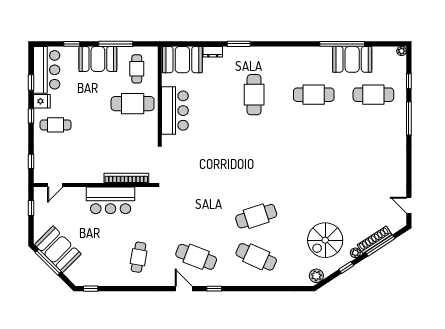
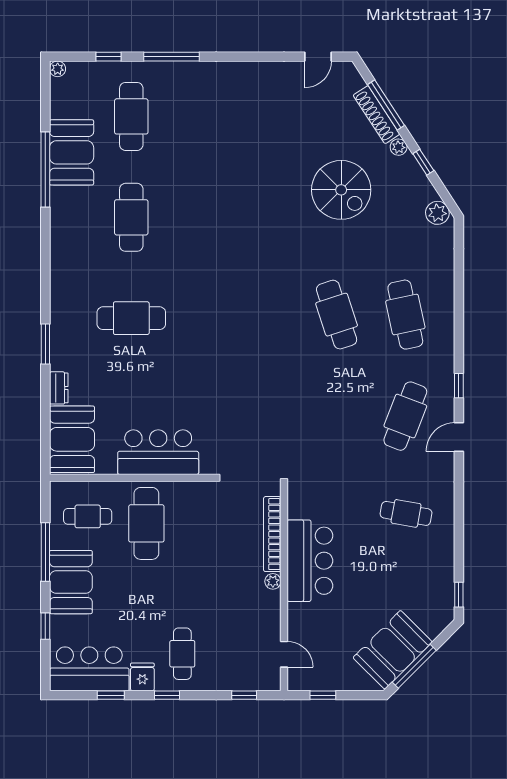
plant: (98, 178) -> (273, 581), added
spiral stairs: (325, 240) -> (341, 190), moved
cafe table: (256, 257) -> (405, 315), turned -36

